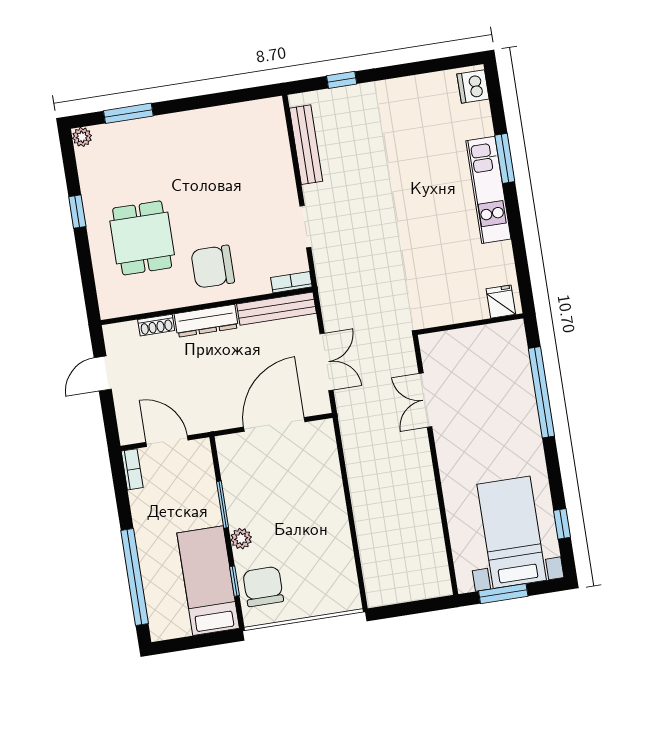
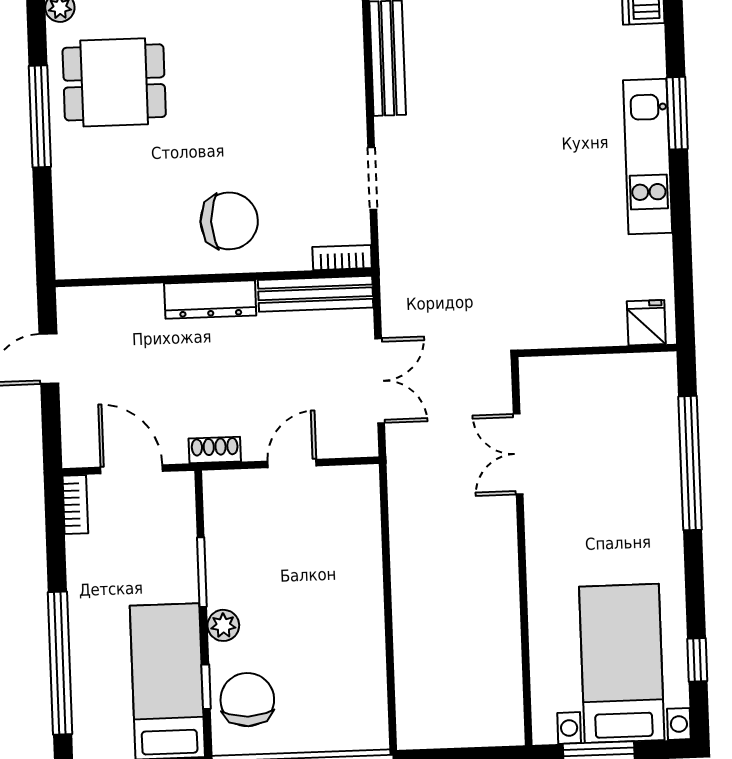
window: (77, 212) -> (40, 116), width x2.17
dining table: (142, 238) -> (114, 82), moved, turned 90
chair: (213, 267) -> (229, 221), turned 180
shoe rack: (156, 325) -> (215, 450), moved, turned 180
door: (274, 424) -> (292, 463), width x0.53

